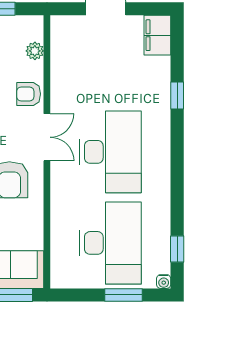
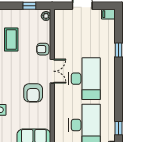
filing cabinet: (157, 35) -> (108, 14), width x0.50
plant: (35, 51) -> (46, 16), moved

